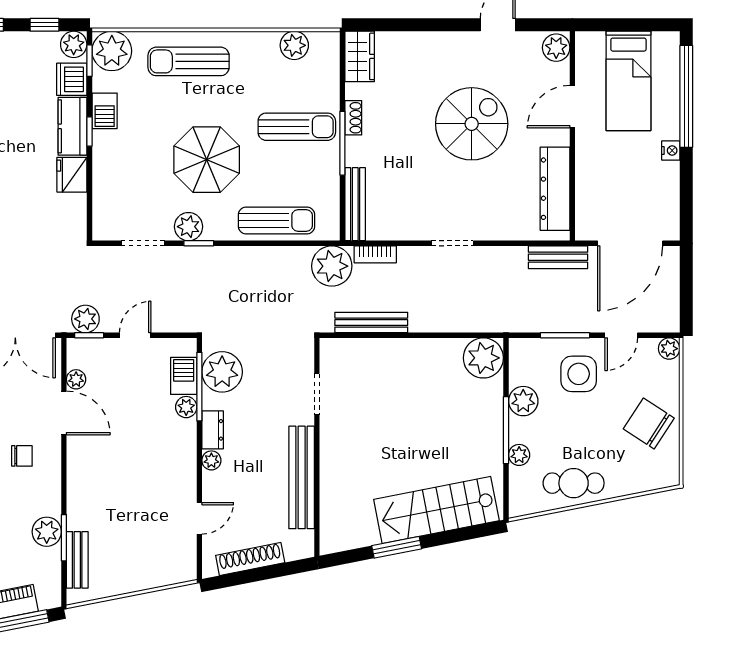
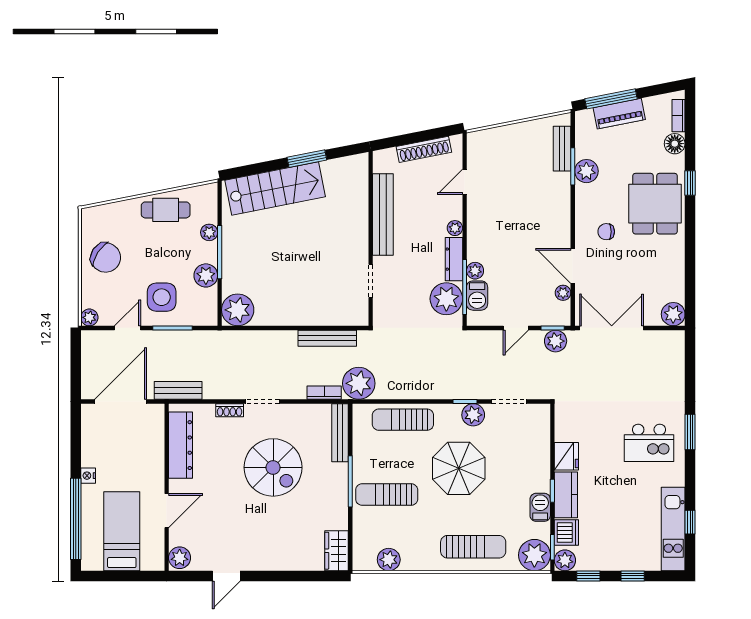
shoe rack: (353, 118) -> (230, 410), moved, turned -90
spiral stairs: (472, 124) -> (273, 467), moved, turned -90
dresser: (213, 430) -> (454, 259), width x1.44

